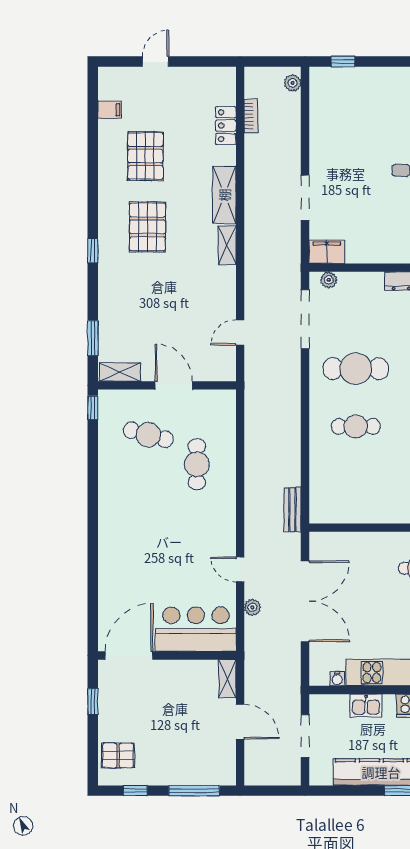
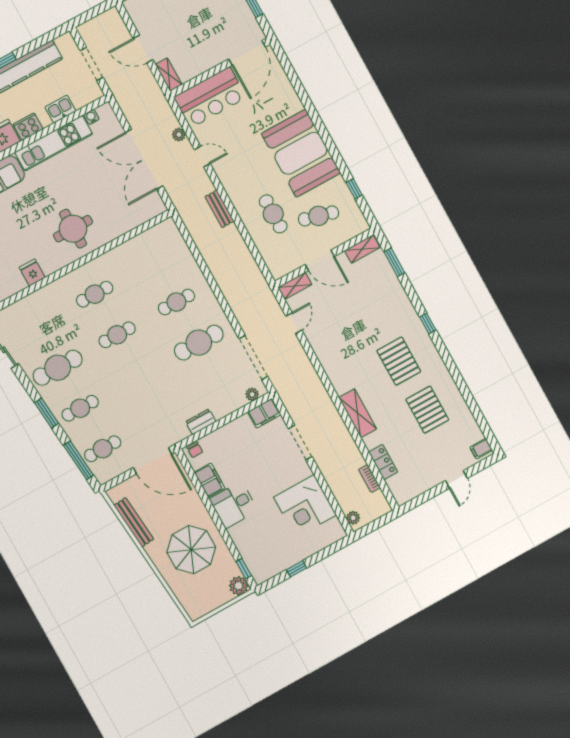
window: (343, 61) -> (297, 569), moved
filing cabinet: (110, 110) -> (481, 449), moved
corner desk: (338, 125) -> (305, 506), added
shelving: (227, 245) -> (295, 286), moved, turned 90
window: (93, 408) -> (354, 189), moved
bench: (292, 510) -> (219, 209), moved
booth: (130, 514) -> (301, 153), added

